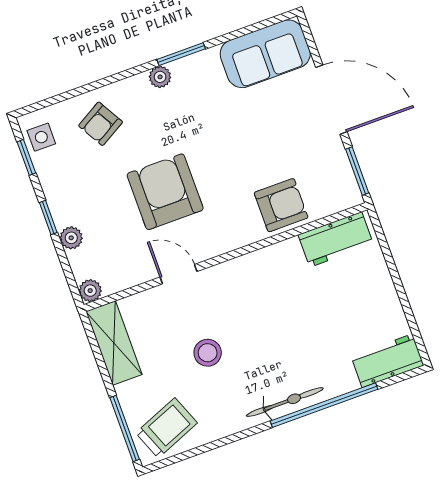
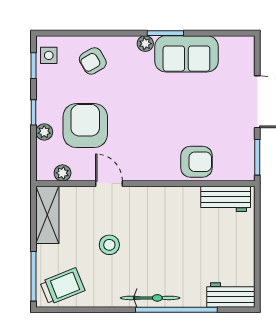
sofa: (265, 54) -> (186, 54), moved
armchair: (165, 192) -> (85, 126), moved
plant: (90, 291) -> (63, 173), moved

